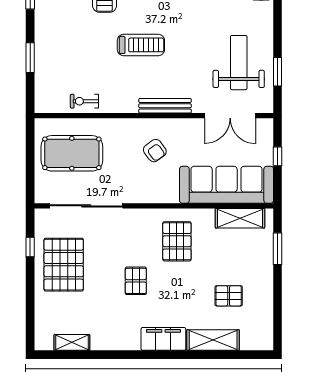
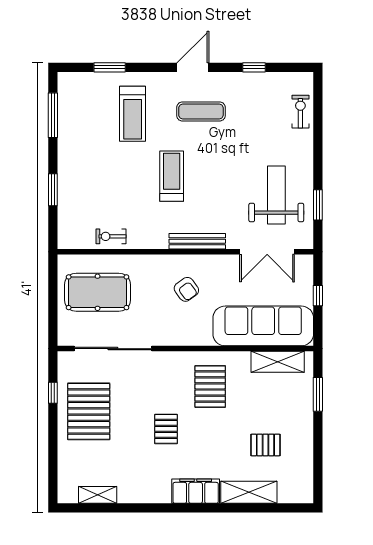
treadmill: (141, 45) -> (172, 176), turned -90

